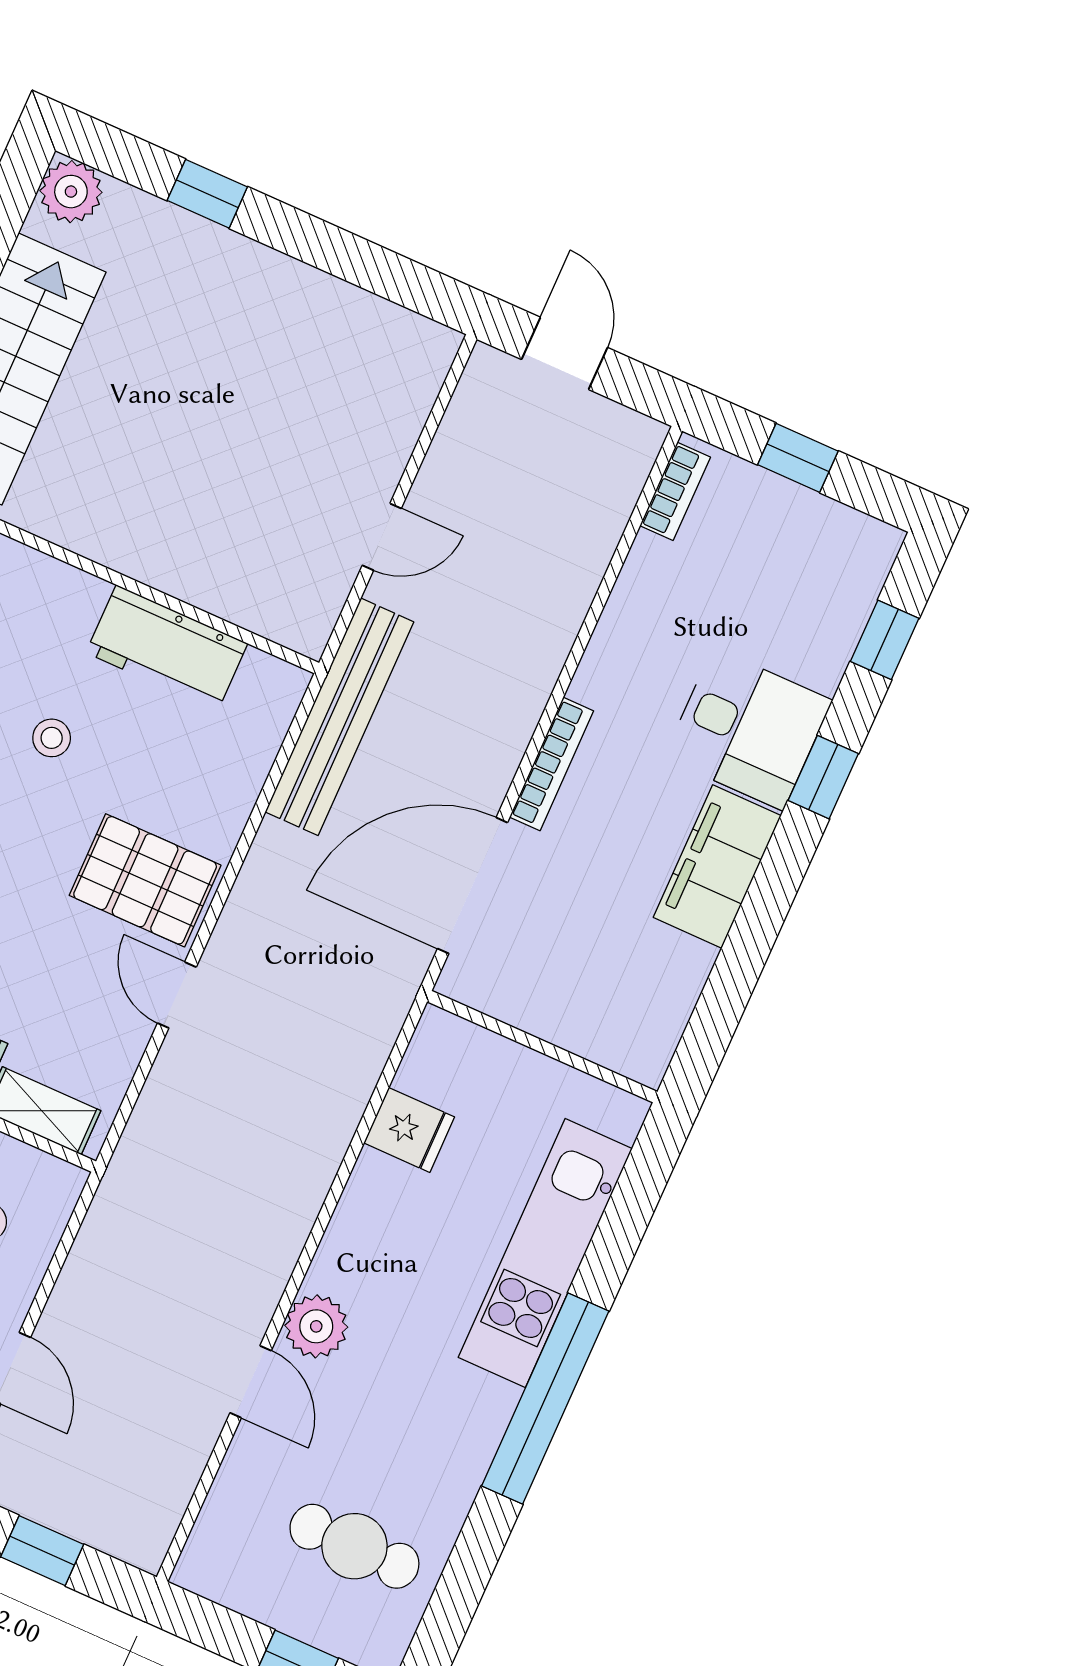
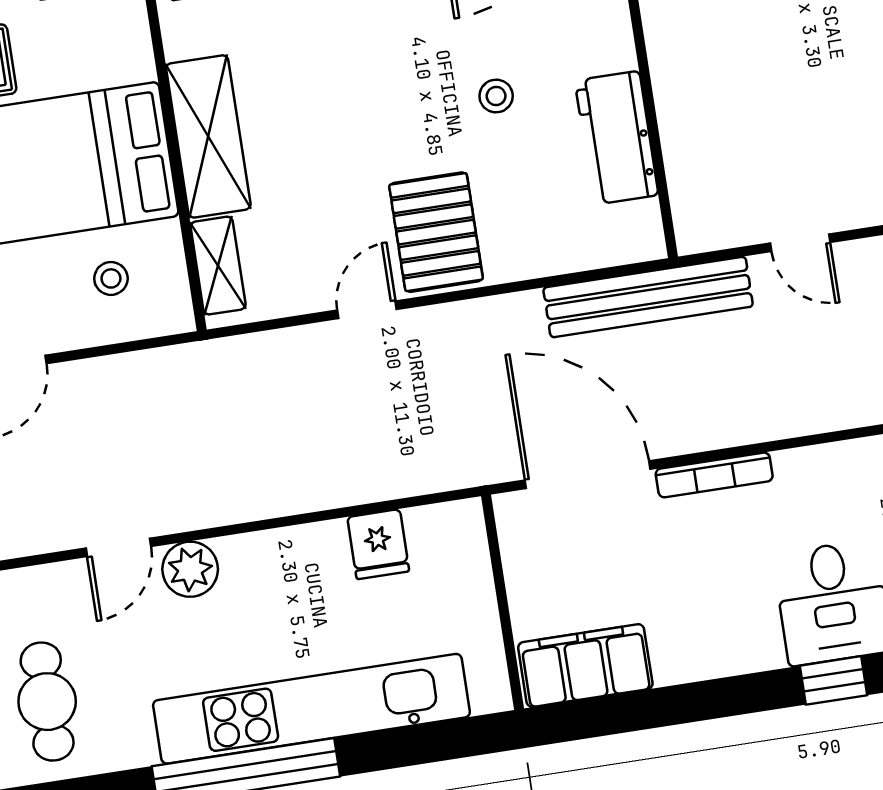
filing cabinet: (717, 867) -> (585, 666), moved
kitchen unit: (545, 1253) -> (311, 709), width x1.36

